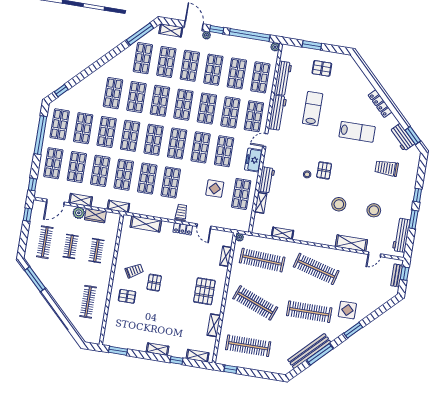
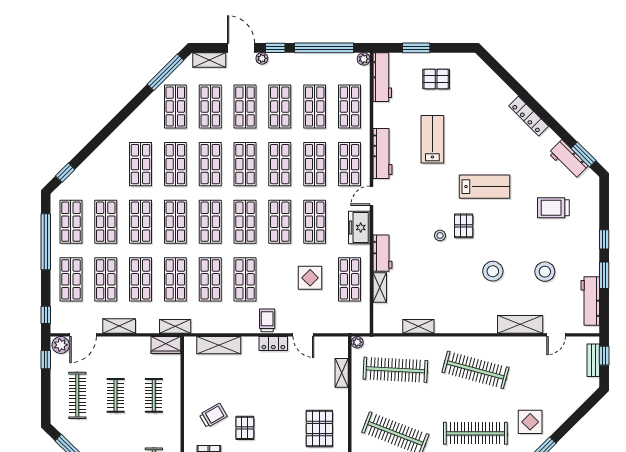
workbench: (283, 78) -> (382, 77), moved
lab bench: (357, 132) -> (485, 187), moved
plant: (79, 213) -> (61, 345), moved
wardrobe: (95, 216) -> (166, 345), moved

